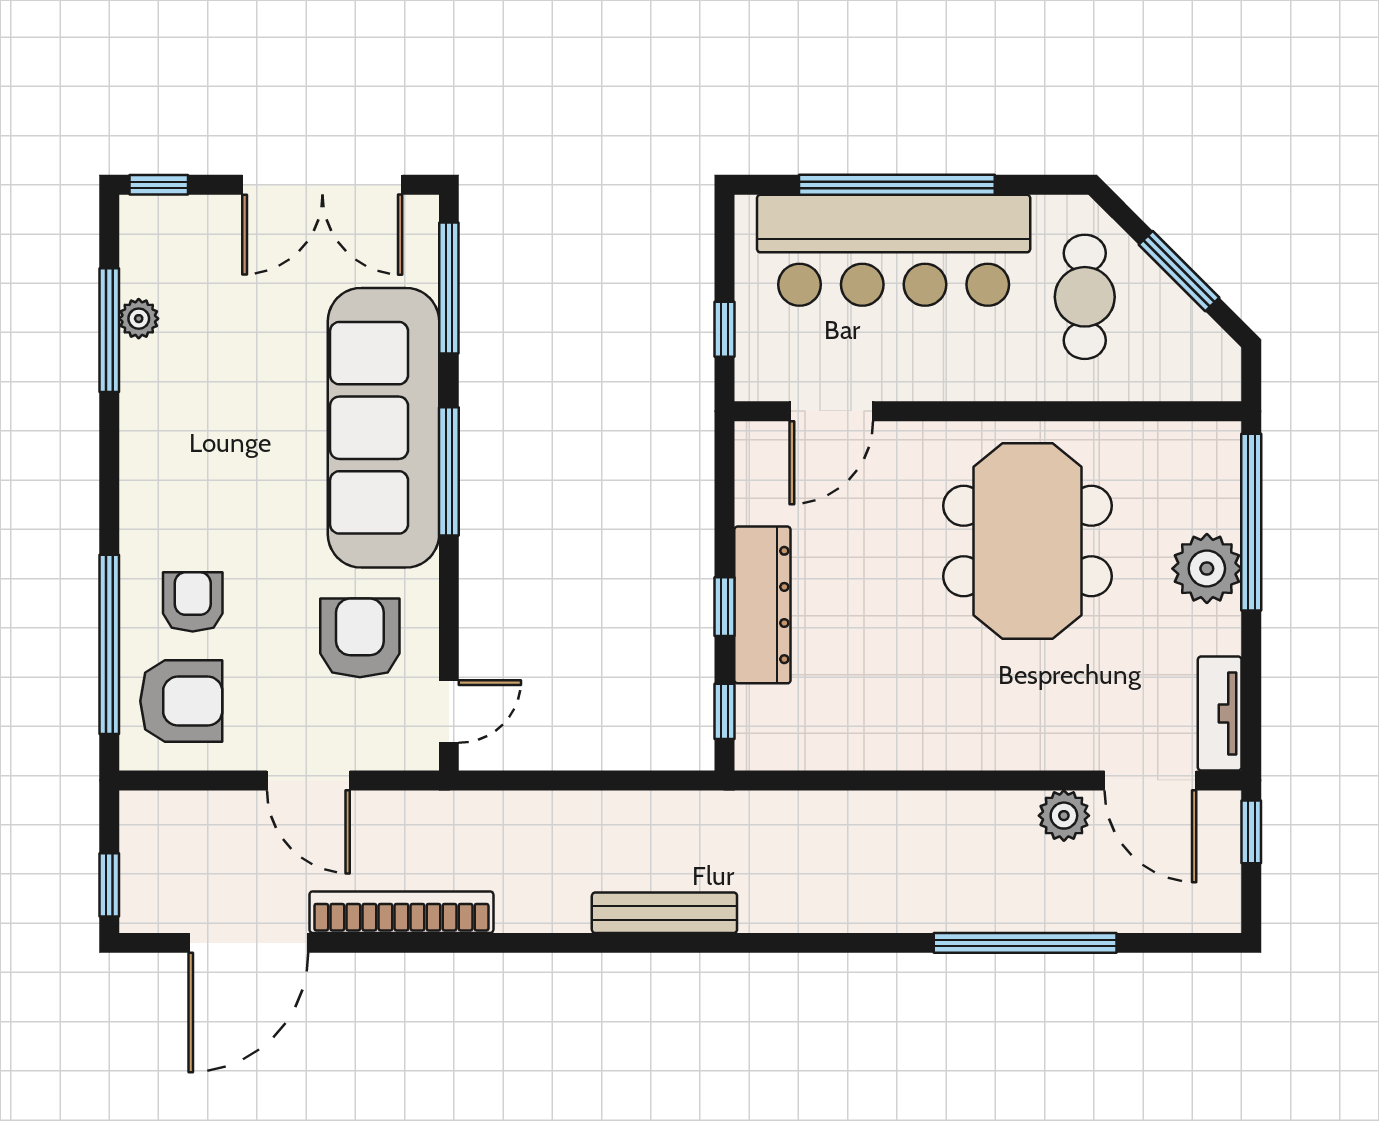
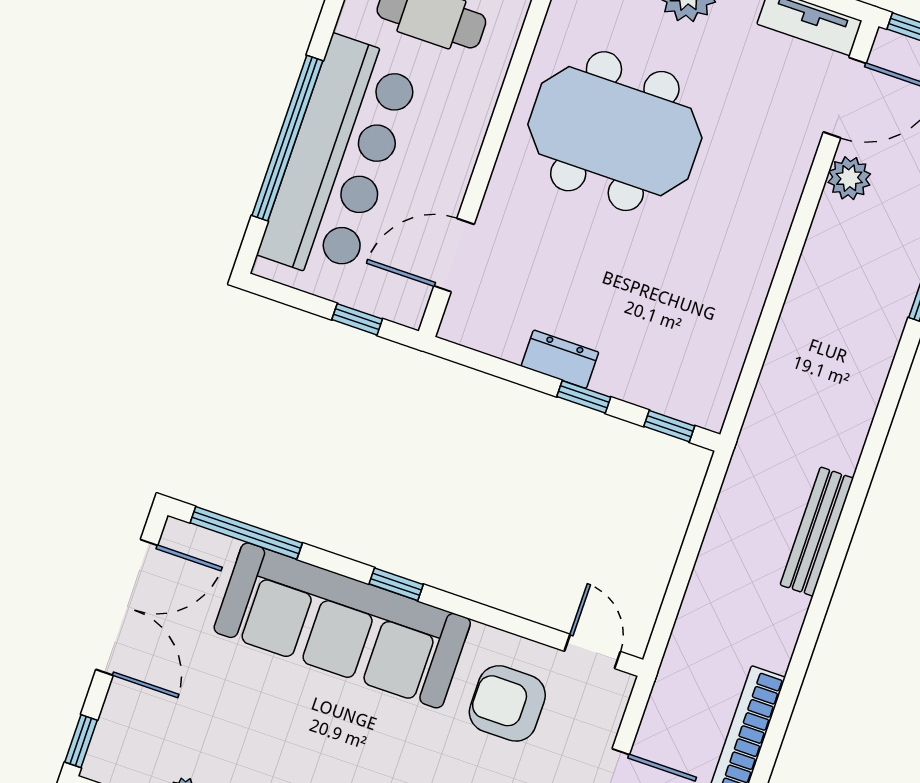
door: (831, 411) -> (454, 255), swing flipped
window: (449, 471) -> (396, 584), width x0.46
dresser: (762, 605) -> (560, 359), width x0.51, depth x0.80

